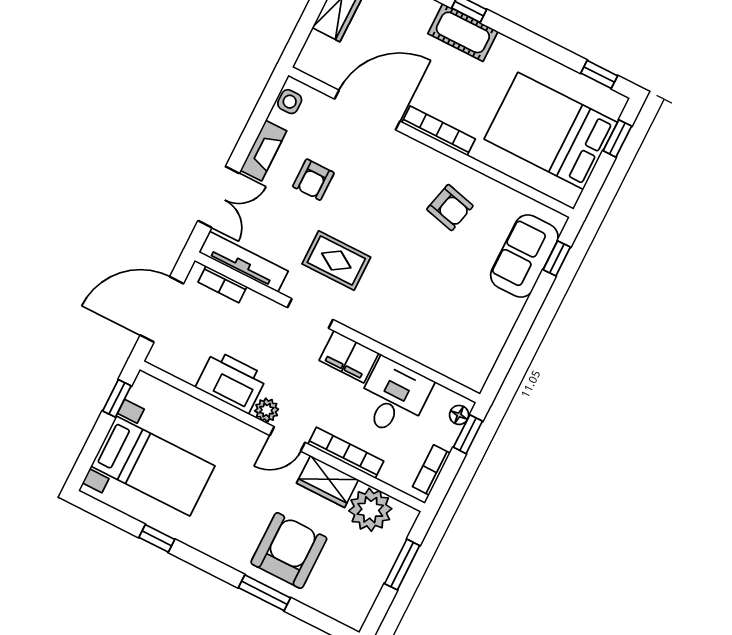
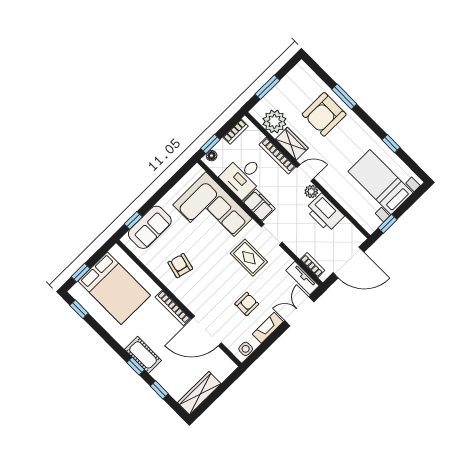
tv unit: (244, 262) -> (302, 278), width x0.71
corner sofa: (425, 319) -> (213, 212), added

